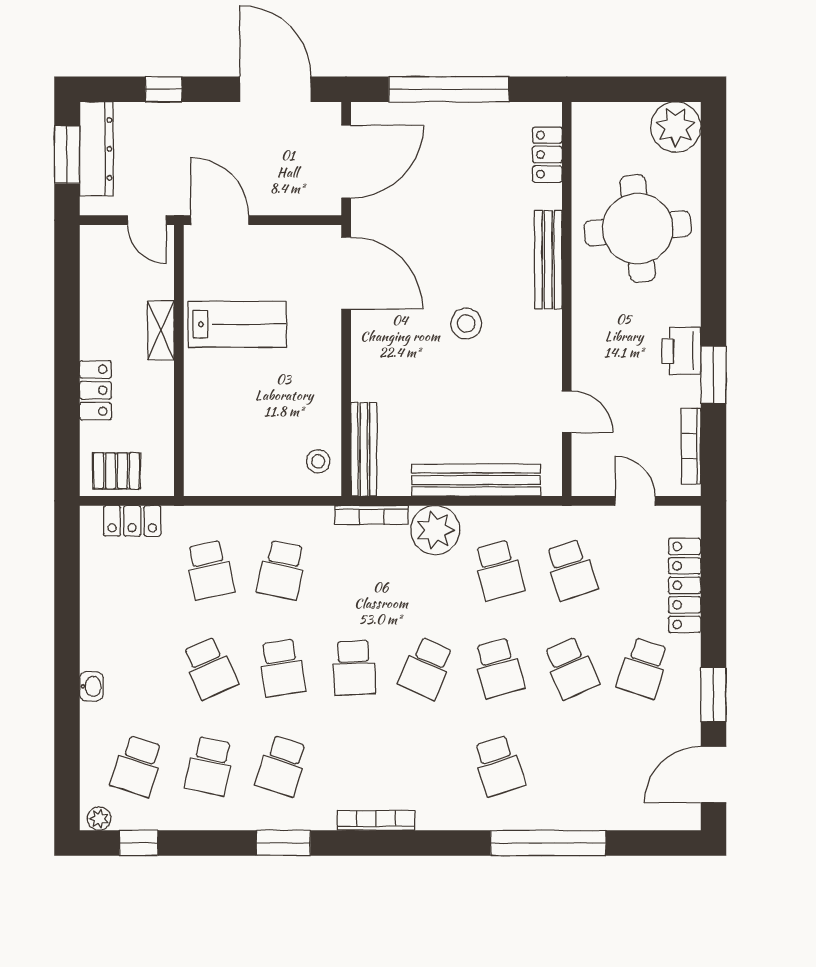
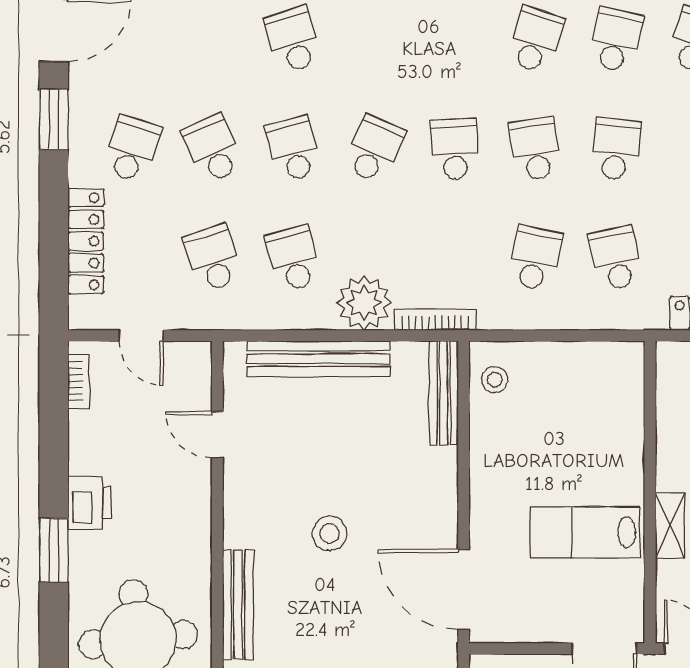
window: (713, 375) -> (54, 550), moved
bookcase: (691, 446) -> (79, 381), width x0.64
school desk: (210, 668) -> (616, 149), turned 30

